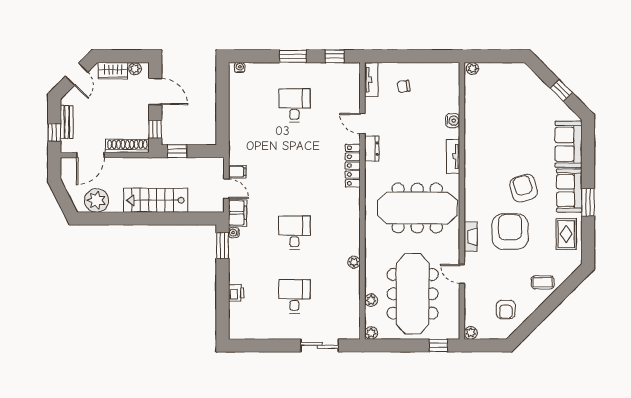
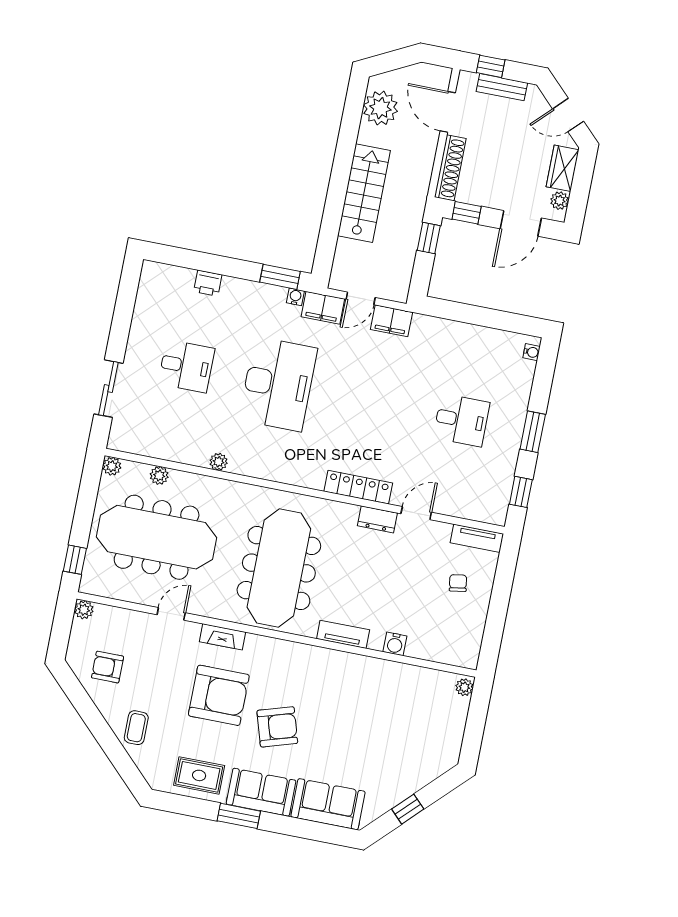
filing cabinet: (237, 172) -> (391, 321), width x2.00
desk: (294, 233) -> (278, 384), width x1.87, depth x1.30

